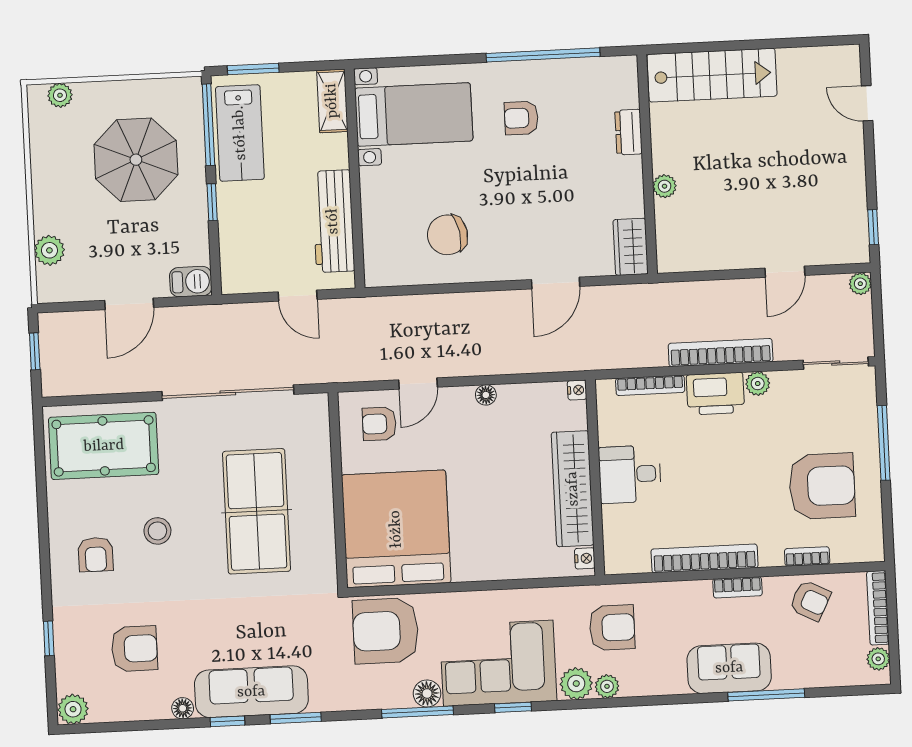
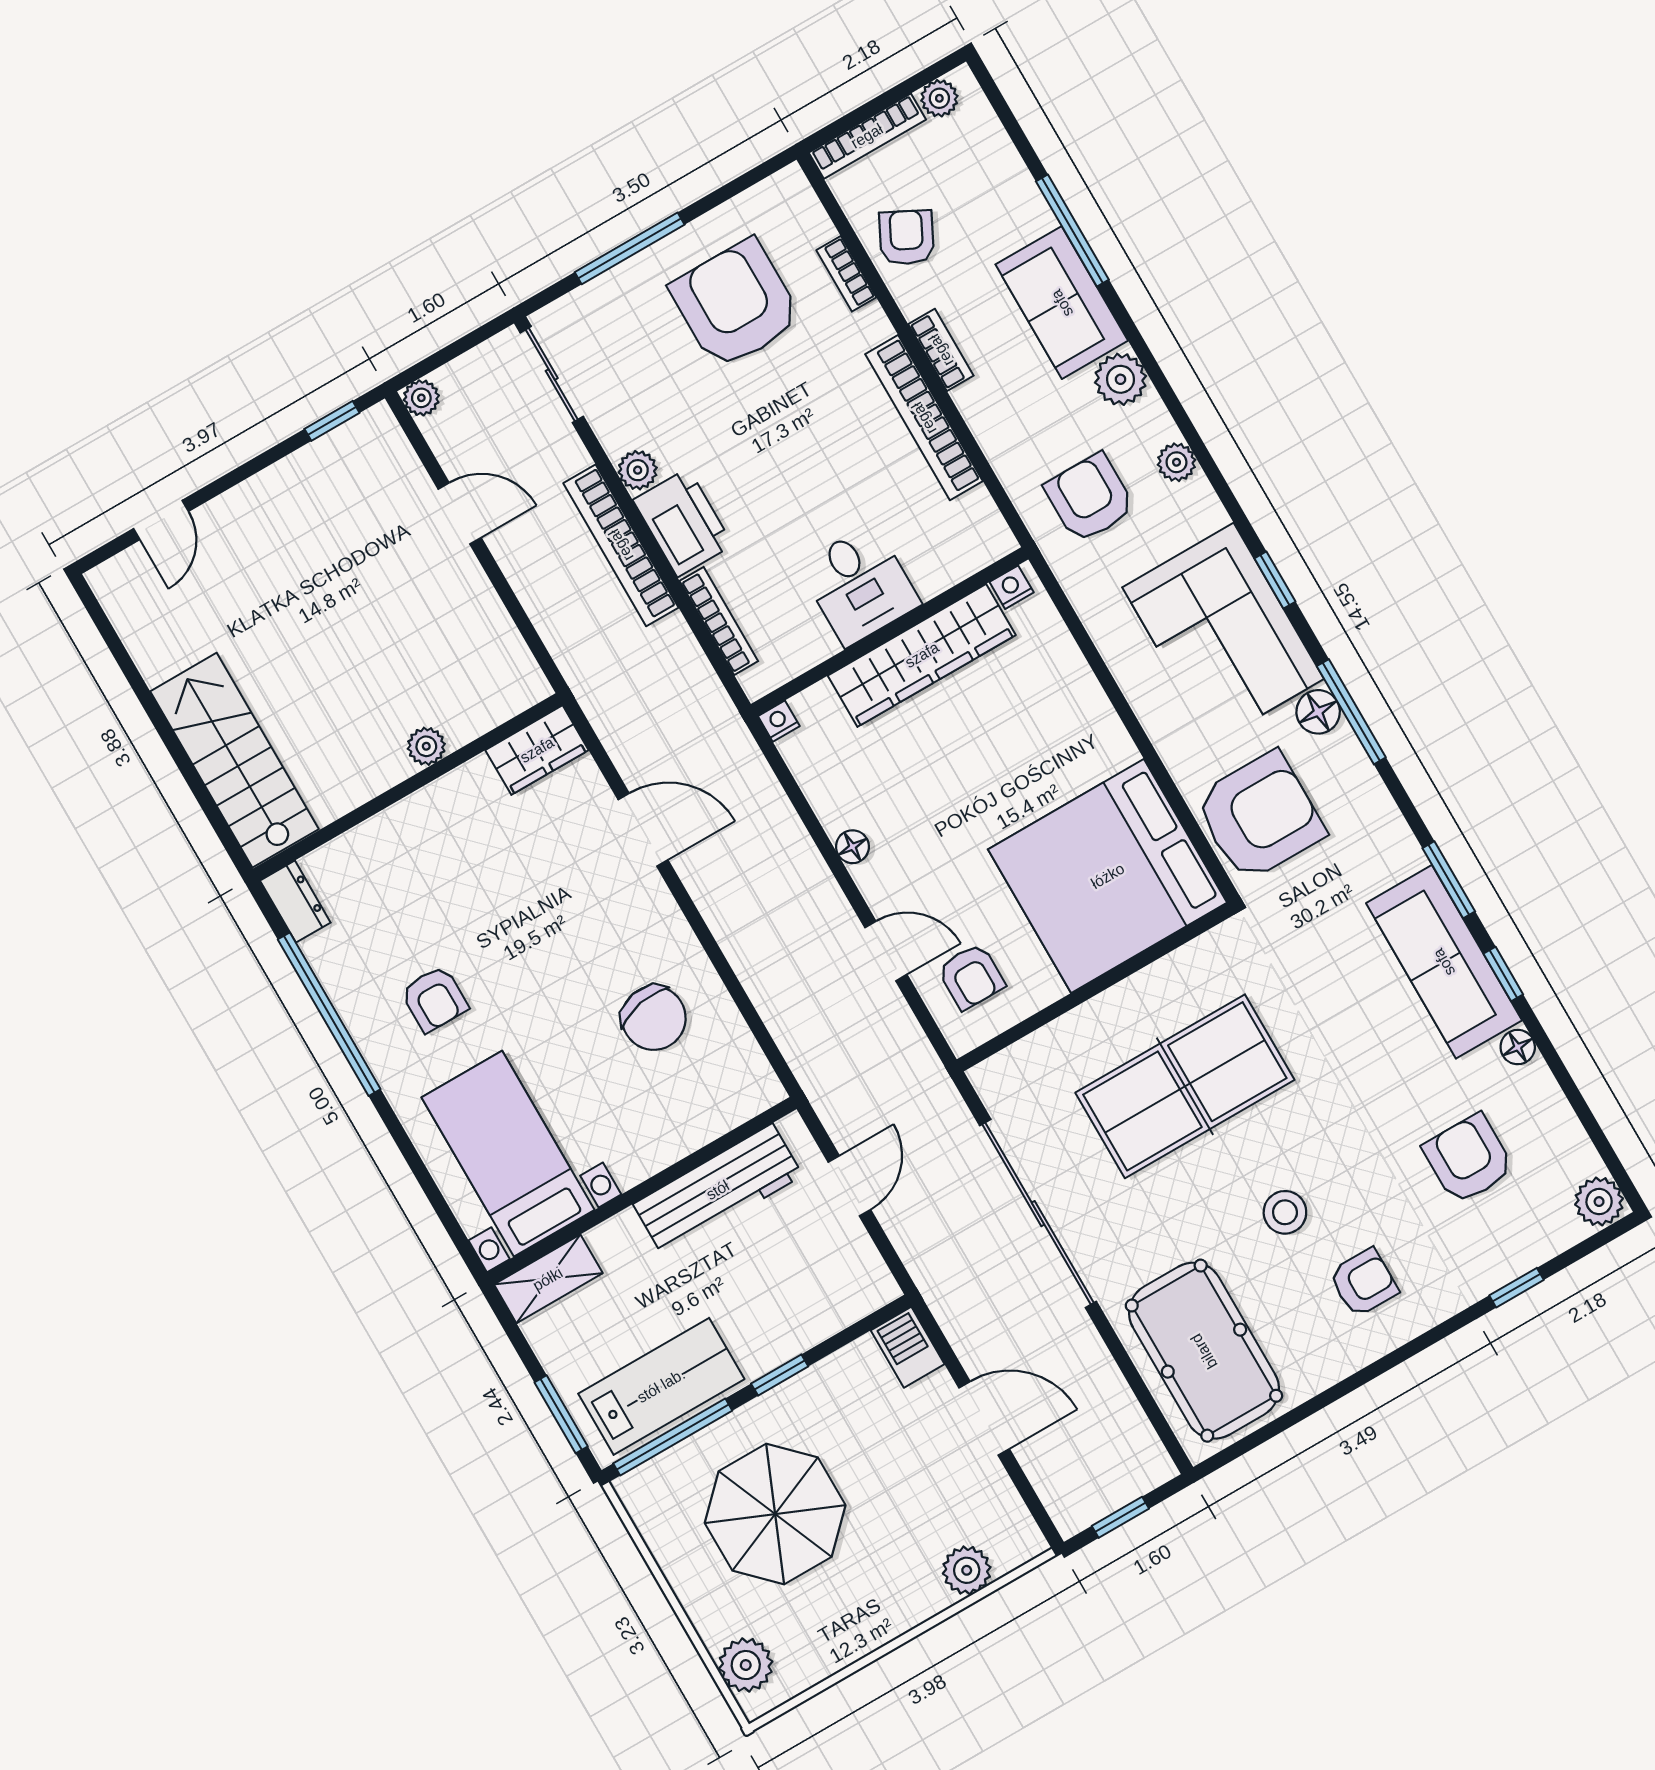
plant: (60, 95) -> (746, 1665), width x1.38, depth x1.38
dresser: (629, 132) -> (295, 902), moved, turned -90
armchair: (386, 631) -> (1260, 816), turned -90
plant: (576, 684) -> (1121, 379), moved

